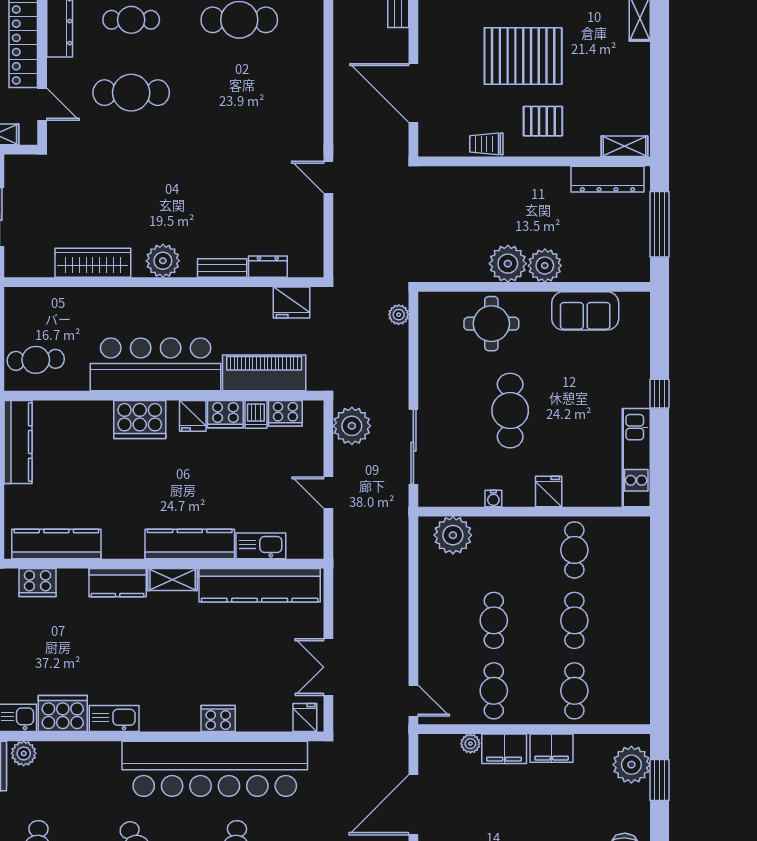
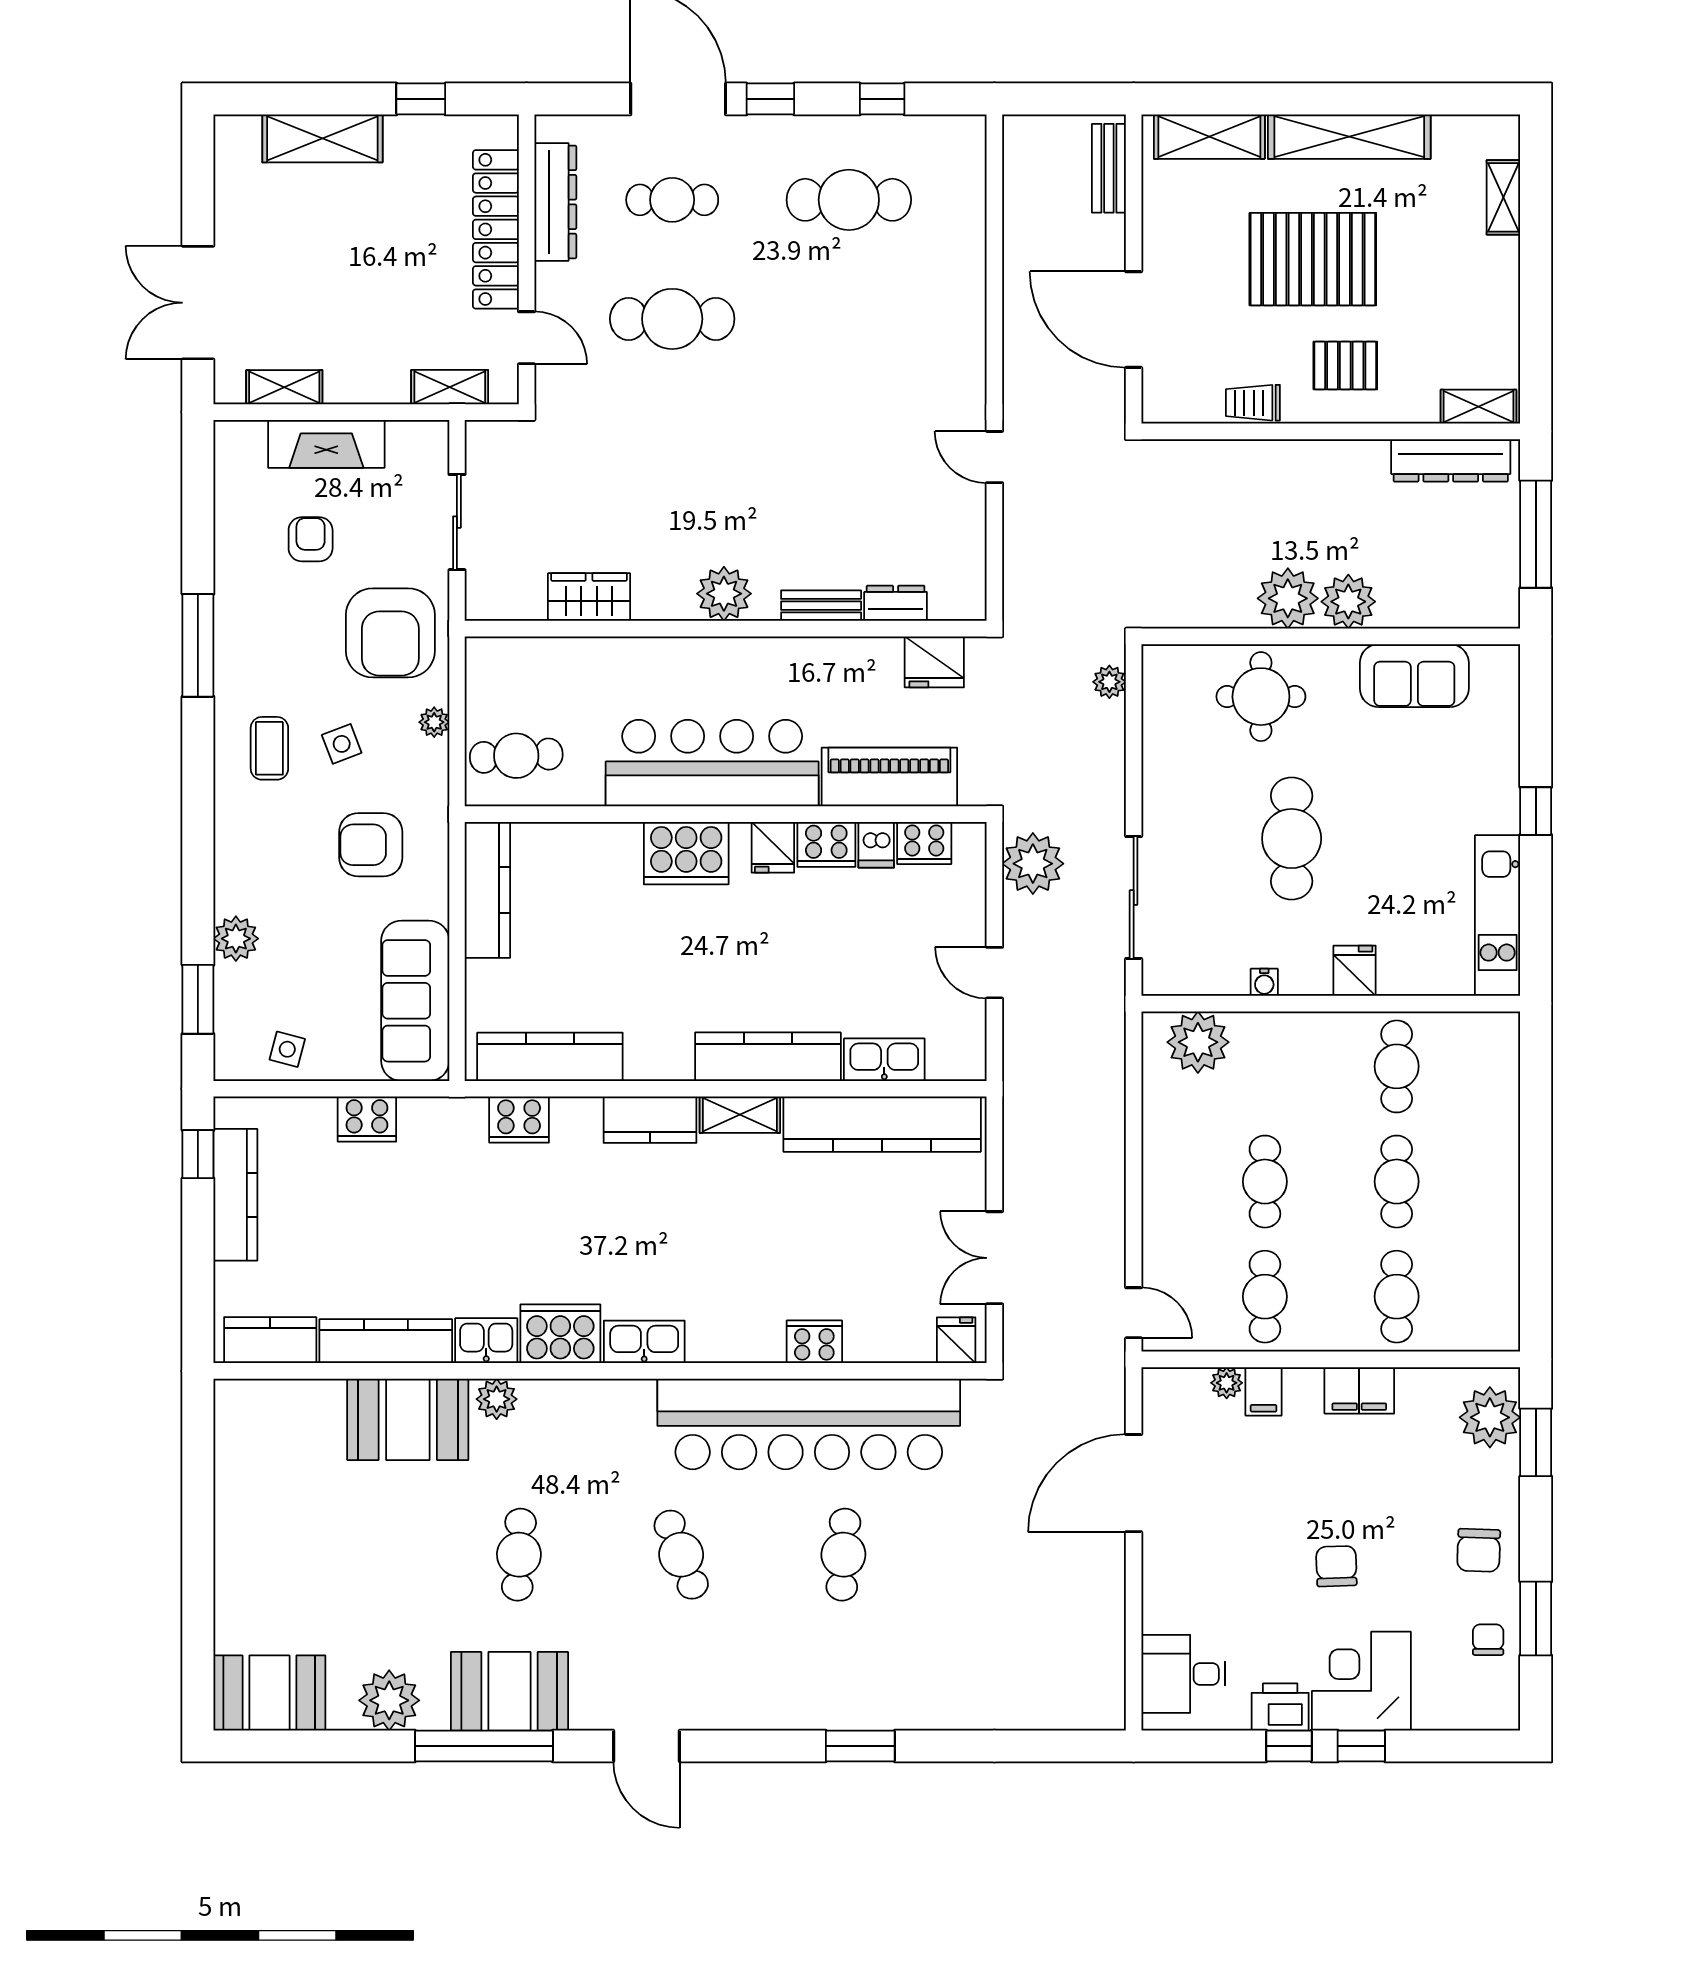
wardrobe: (93, 263) -> (589, 597), width x0.67
filing cabinet: (504, 749) -> (1264, 1391), width x0.50

